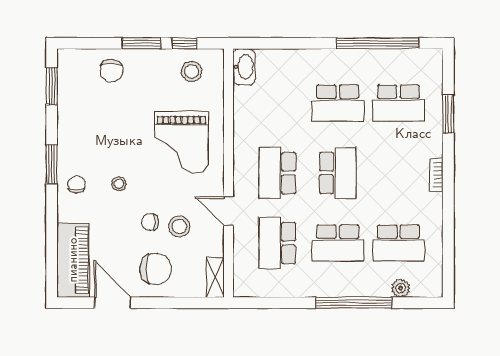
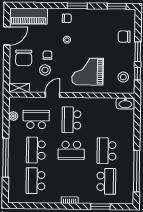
school desk: (398, 103) -> (106, 181), turned 180
school desk: (277, 173) -> (72, 120), turned -90
plant: (401, 288) -> (13, 116), moved

